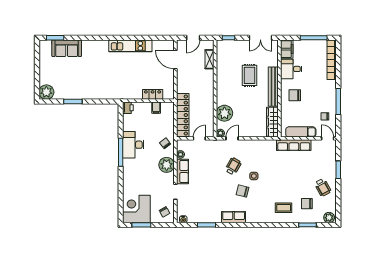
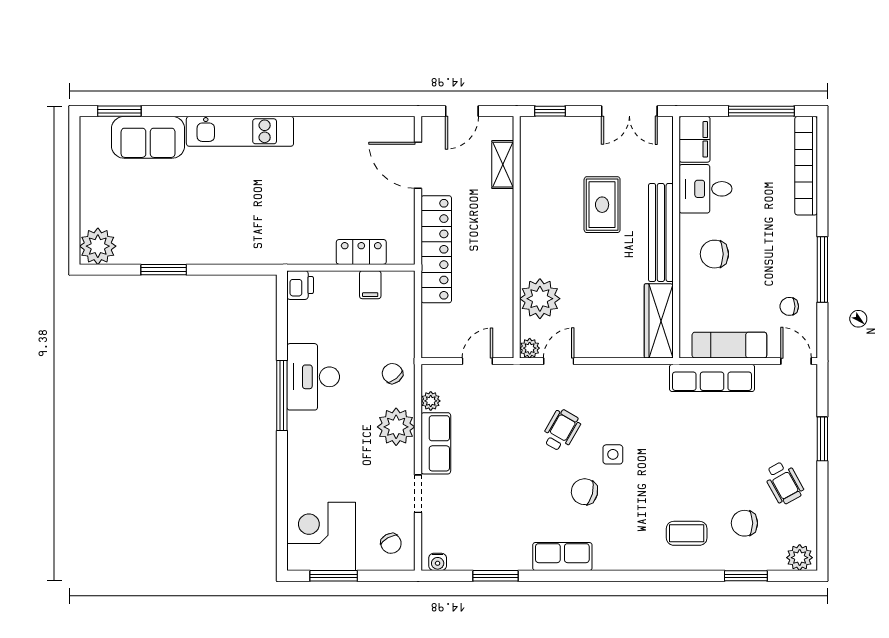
kitchen unit: (130, 46) -> (240, 131), moved
locker: (183, 115) -> (436, 249), moved

